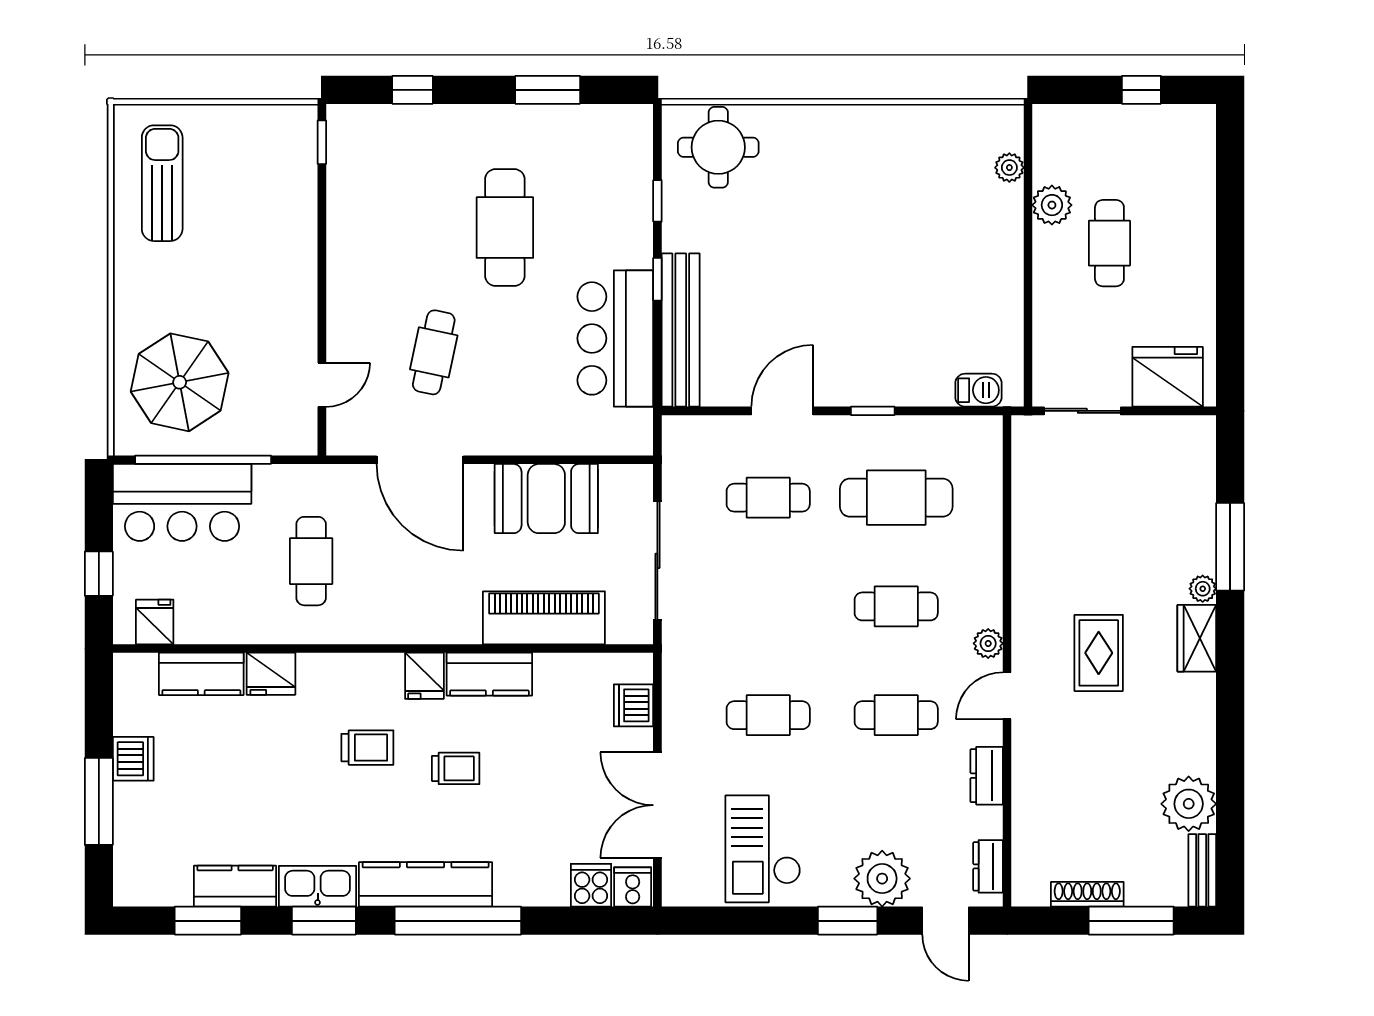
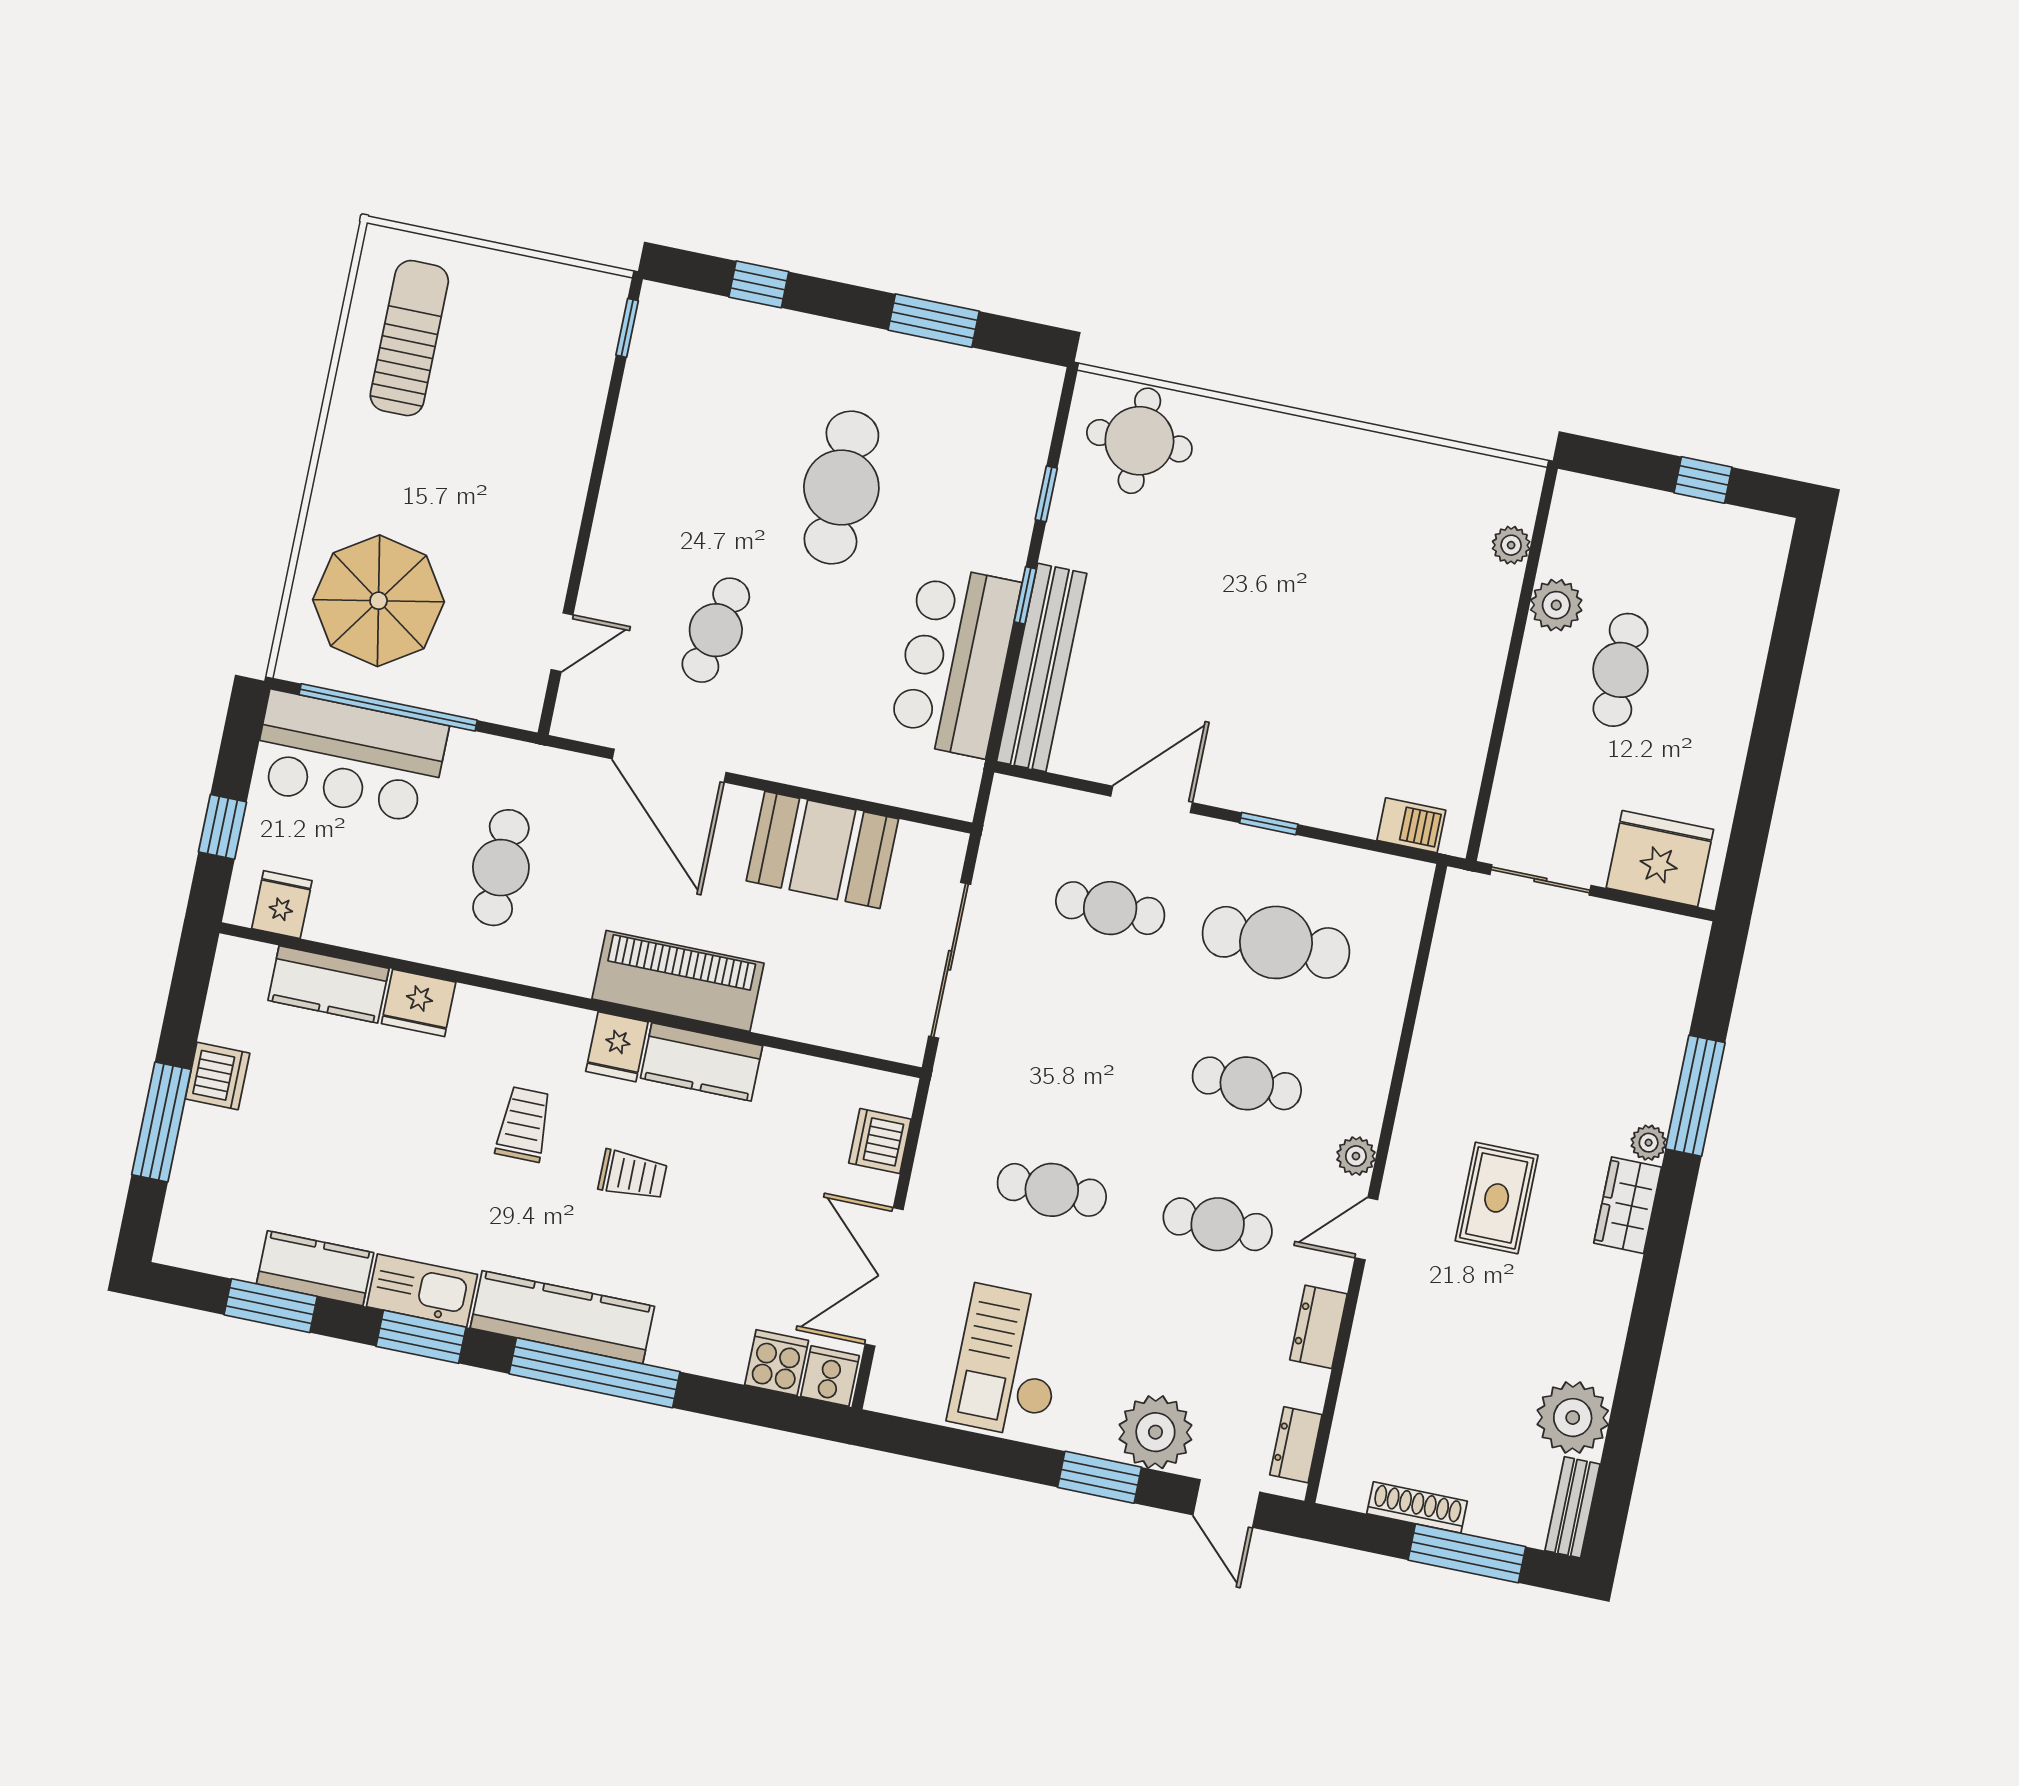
piano: (544, 618) -> (678, 981), moved
trolley: (367, 748) -> (524, 1124), turned -90

